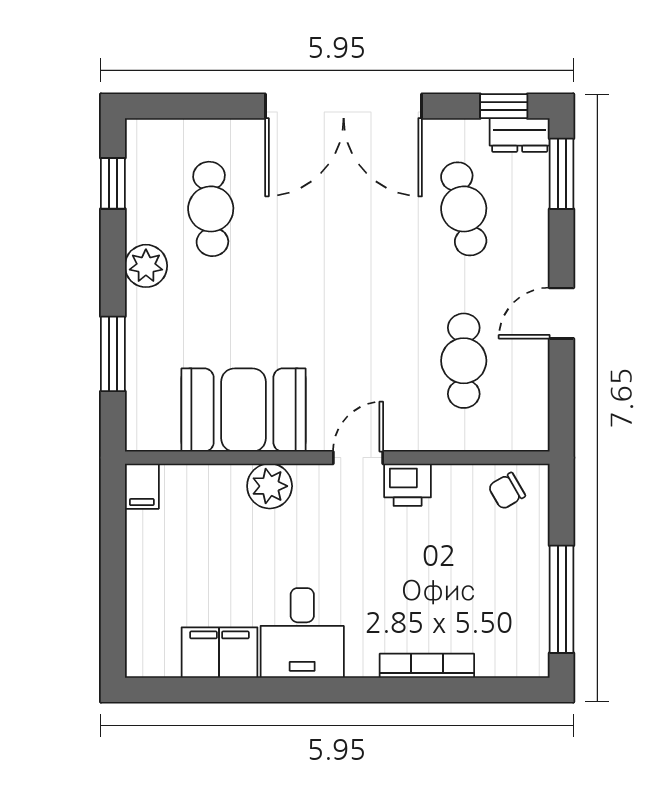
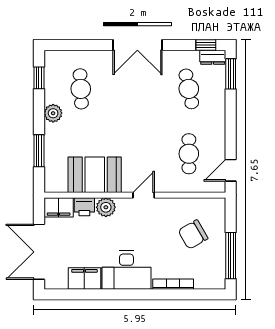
double door: (344, 106) -> (137, 45), width x0.73
door: (562, 313) -> (231, 170), moved
printer: (408, 485) -> (84, 207), moved
filing cabinet: (142, 486) -> (59, 207), width x2.00
chair: (507, 491) -> (193, 235), moved, width x1.87, depth x1.87
double door: (113, 590) -> (39, 252), added
desk: (302, 633) -> (126, 270), width x1.37

